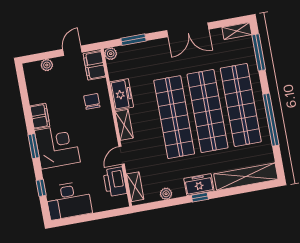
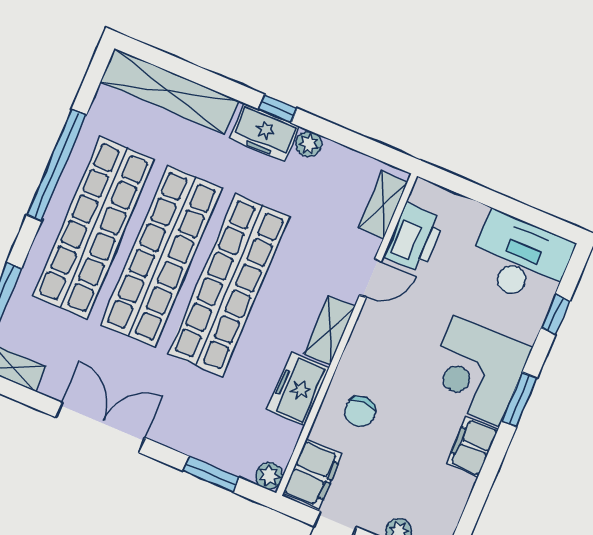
plant: (166, 194) -> (309, 144), moved

